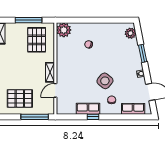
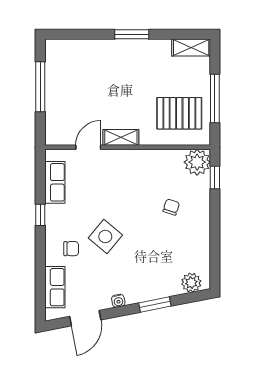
window: (72, 20) -> (215, 177), added
door: (55, 90) -> (88, 147), hinge flipped
pallet: (20, 98) -> (74, 83), removed
row of seats: (88, 109) -> (55, 182), moved
window: (35, 117) -> (40, 87), moved

